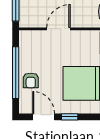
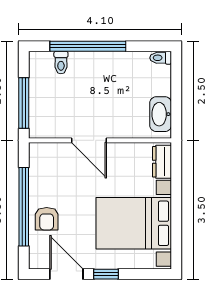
door: (59, 29) -> (89, 140), swing flipped

